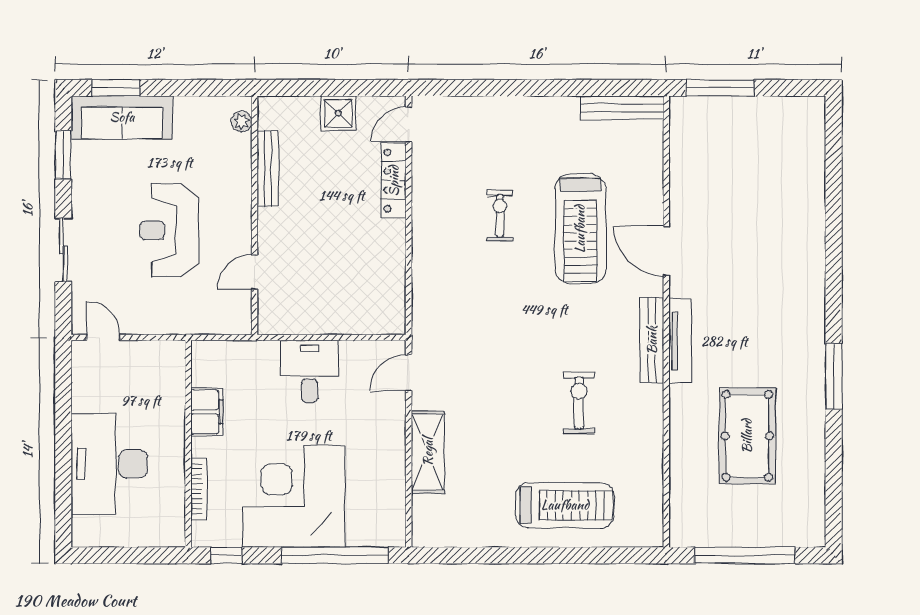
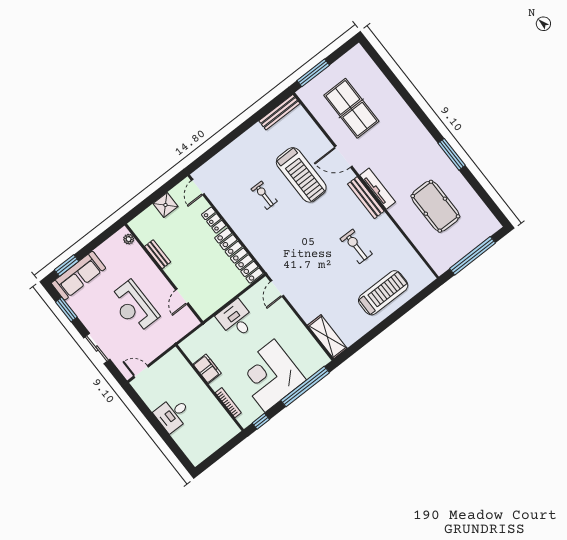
bench: (268, 169) -> (158, 254), width x0.73
locker: (394, 181) -> (214, 220), width x0.66
table tennis table: (736, 187) -> (351, 108), added
locker: (390, 278) -> (239, 256), added
shelving: (428, 452) -> (327, 337), moved
desk: (109, 464) -> (173, 414), width x0.53, depth x0.77

